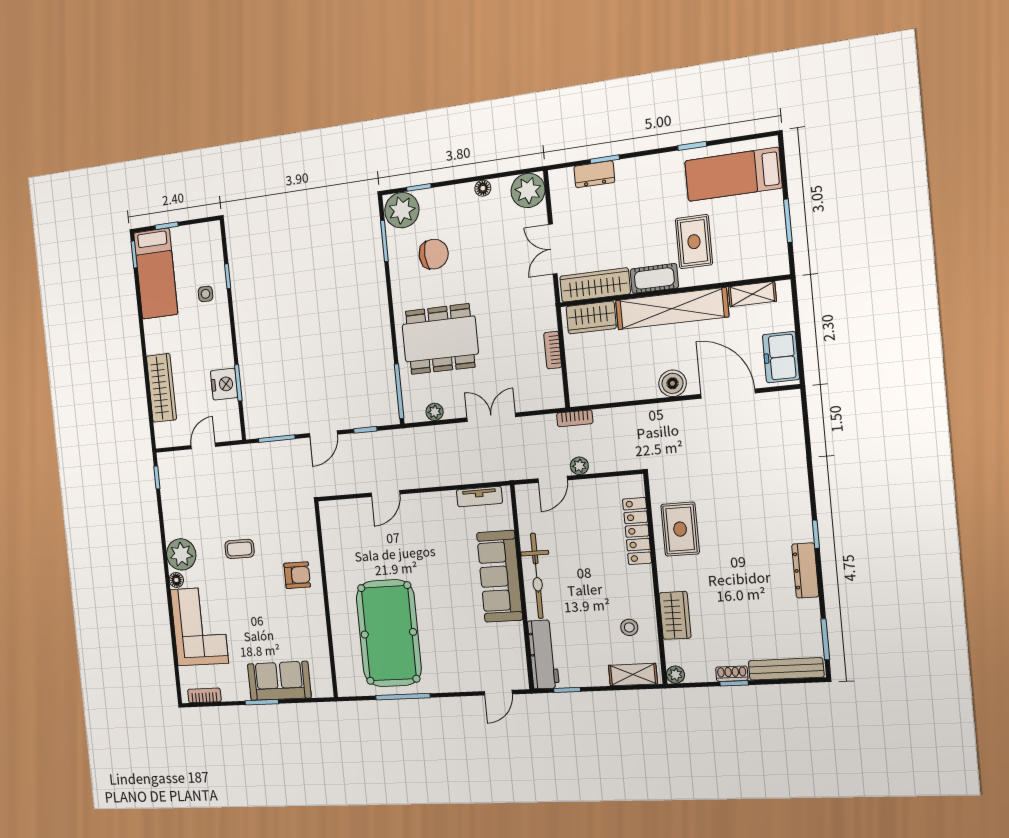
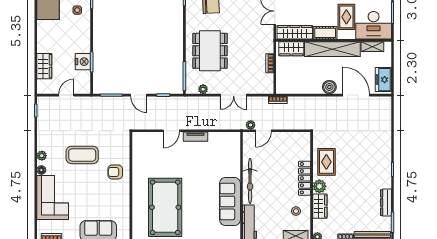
desk: (751, 251) -> (374, 25), added
dining table: (440, 339) -> (210, 51), turned 90
wardrobe: (161, 388) -> (44, 66), width x0.67
double door: (491, 417) -> (234, 95), swing flipped
door: (323, 434) -> (139, 95), hinge flipped
plant: (579, 466) -> (251, 125), moved
tv unit: (479, 497) -> (195, 137), moved
locker: (637, 531) -> (305, 178), moved
coffee table: (239, 549) -> (82, 155), width x1.86, depth x1.72
plant: (181, 554) -> (42, 156), width x0.53, depth x0.53
dresser: (805, 570) -> (386, 203), moved
armchair: (297, 575) -> (115, 172), turned 180
sofa: (500, 576) -> (230, 201), moved
plant: (671, 577) -> (319, 186), added

